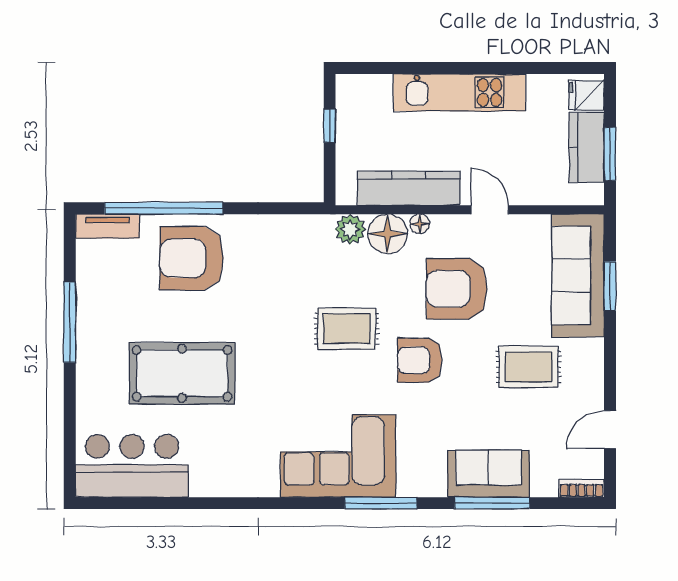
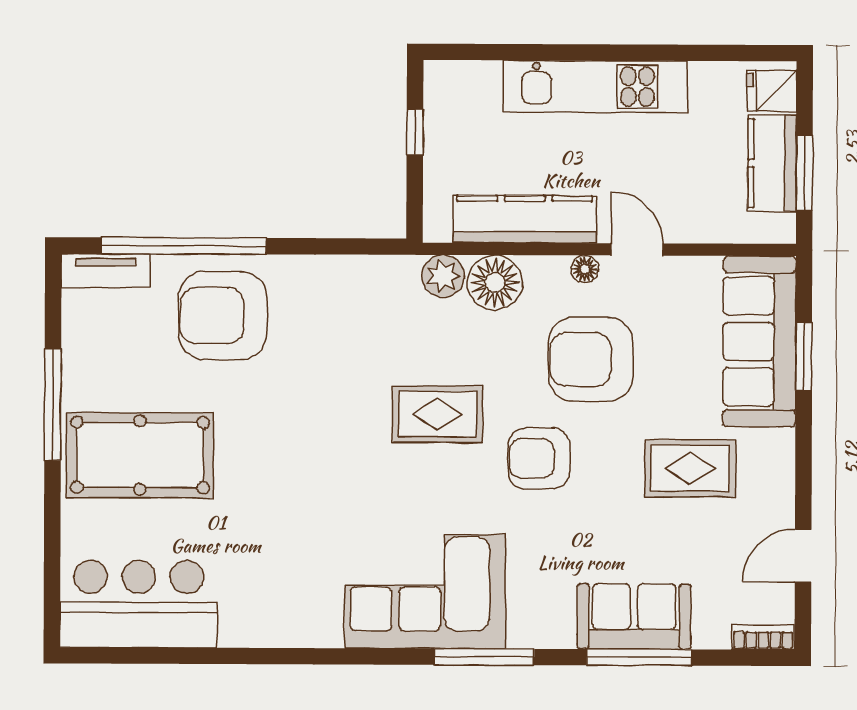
floor lamp: (420, 224) -> (585, 269), moved
pool table: (182, 373) -> (140, 455), moved

